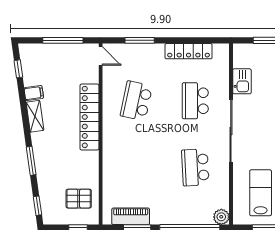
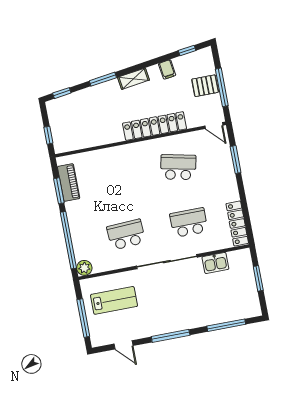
locker: (189, 51) -> (237, 224), moved
door: (101, 56) -> (214, 126), hinge flipped
shelving: (35, 116) -> (133, 79), moved
pallet: (79, 199) -> (205, 86), moved, turned 90

